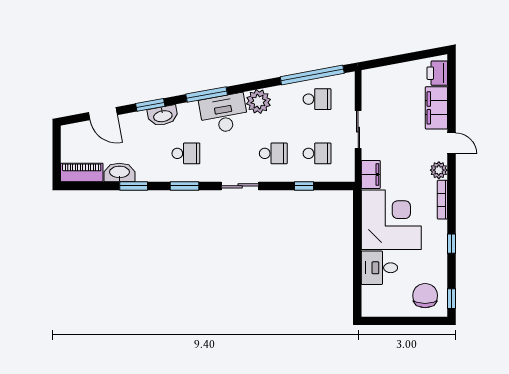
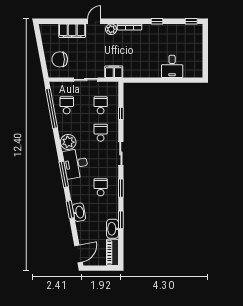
printer: (437, 73) -> (50, 30), removed
door: (103, 114) -> (78, 254), moved
washbasin: (163, 116) -> (79, 212), moved
corner desk: (391, 220) -> (142, 59), removed
chair: (425, 296) -> (60, 59), moved

